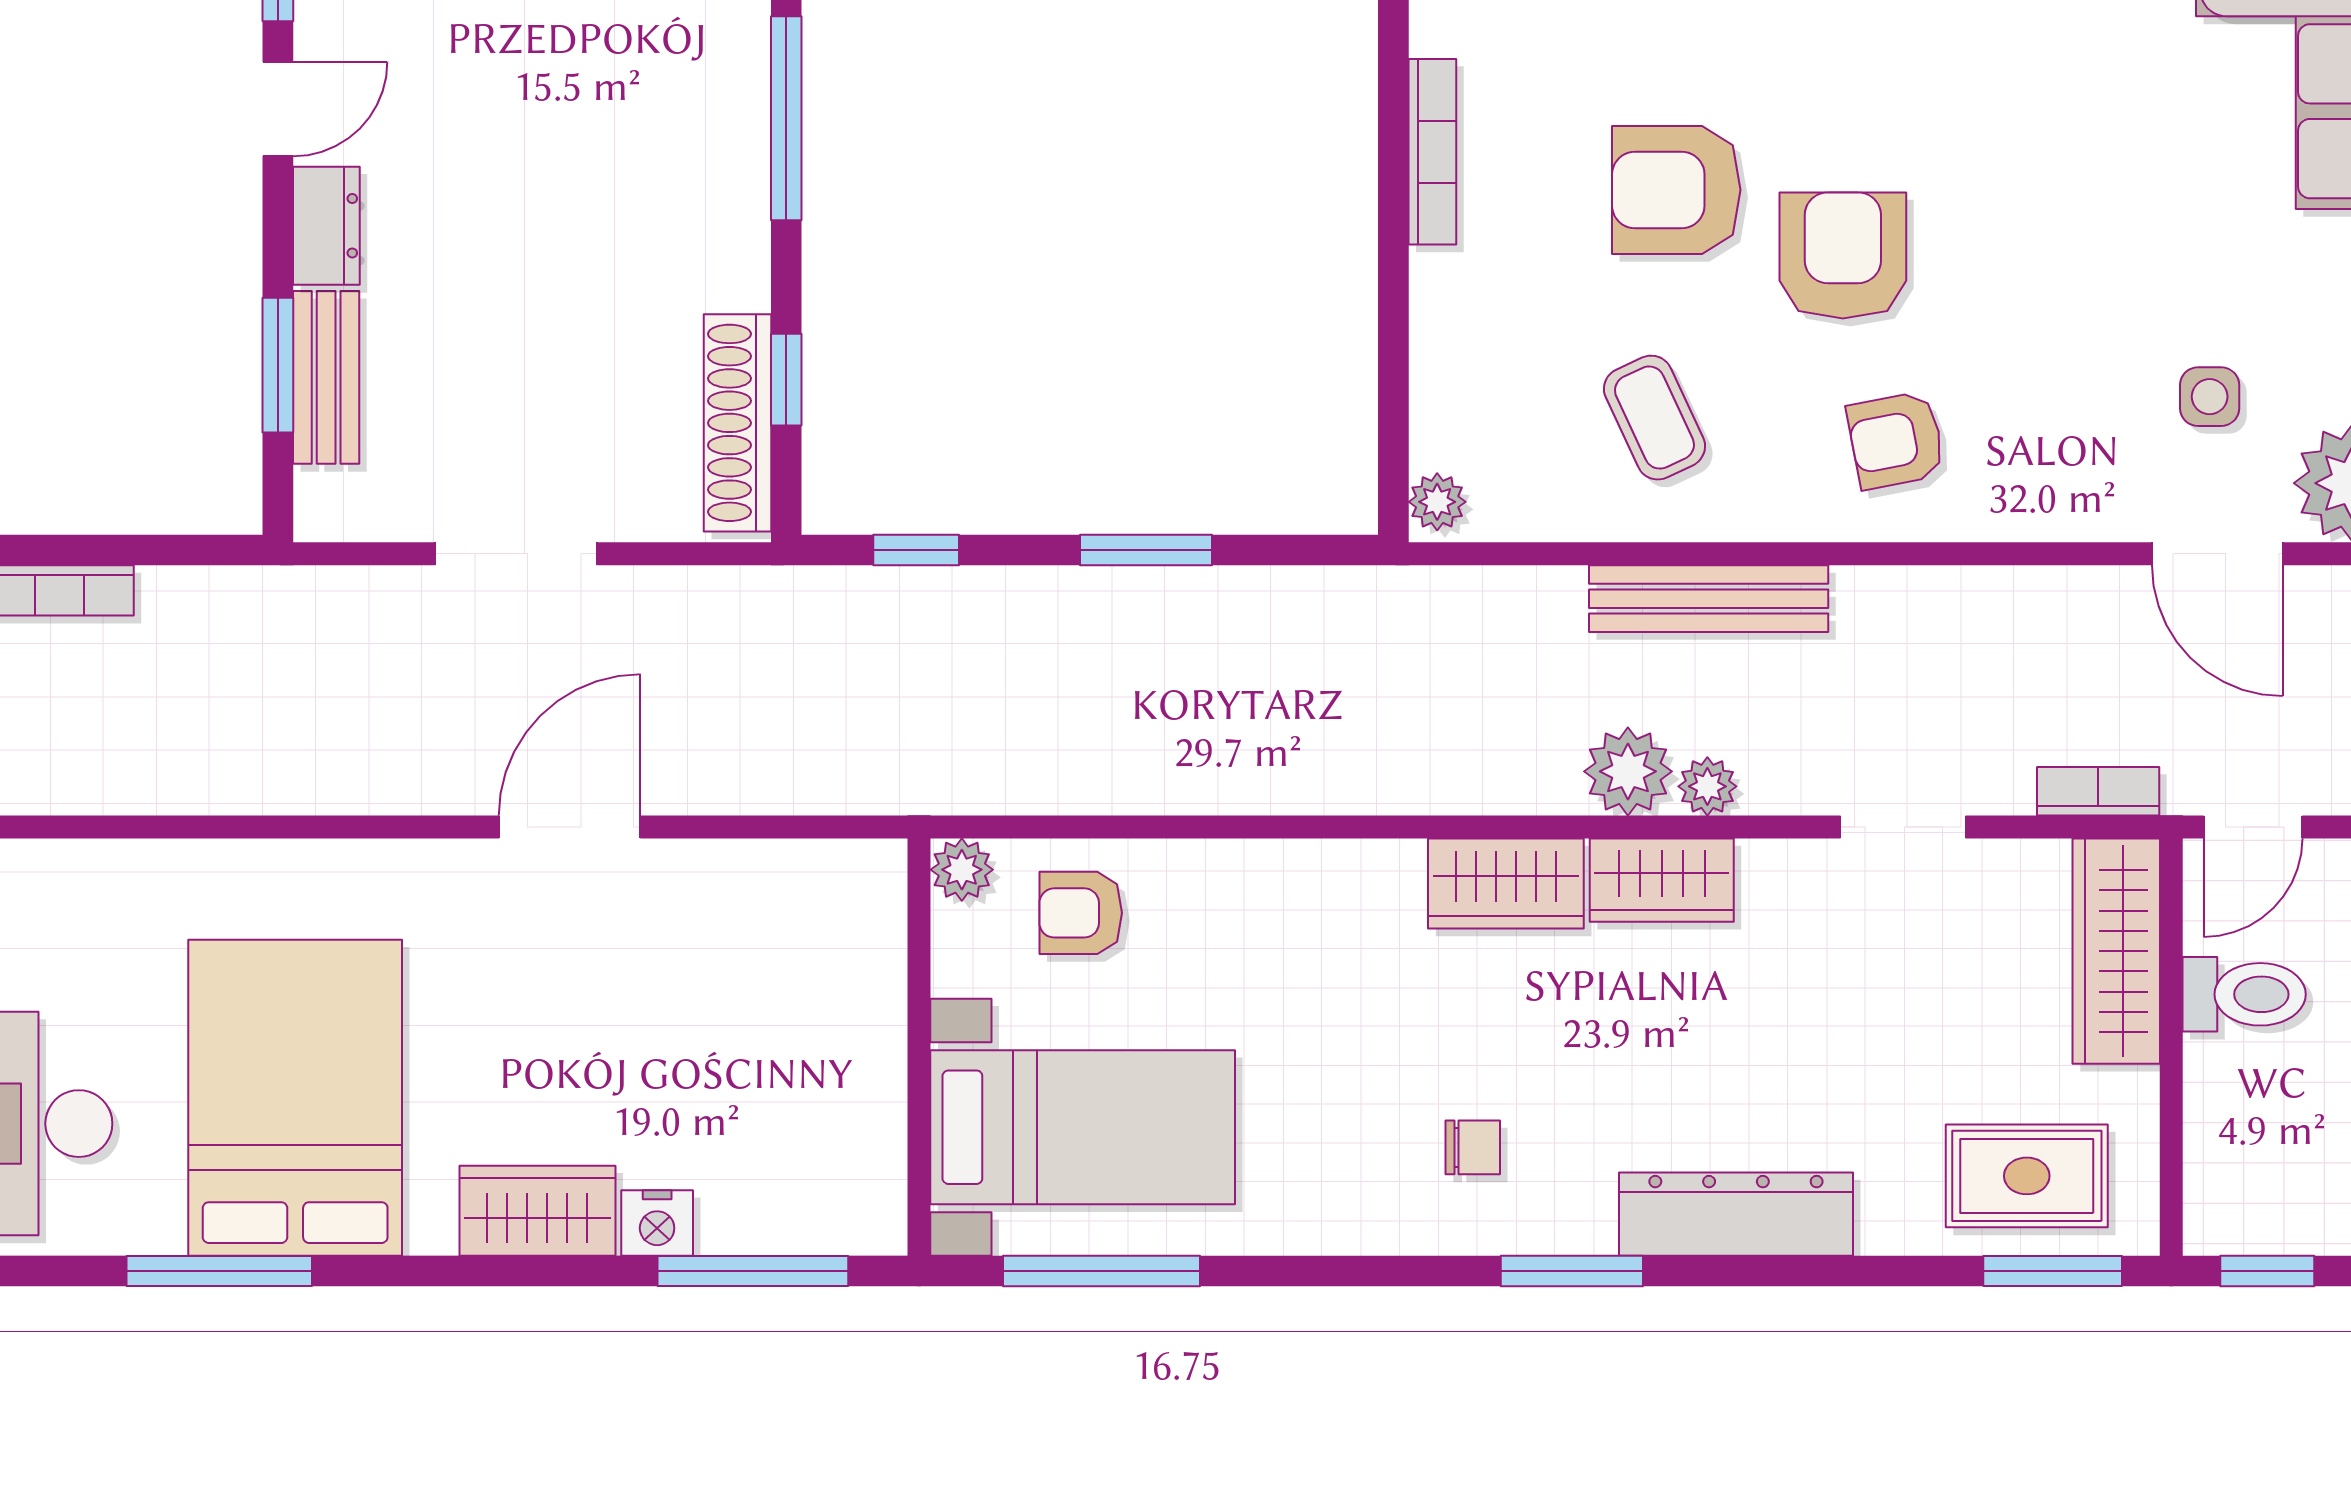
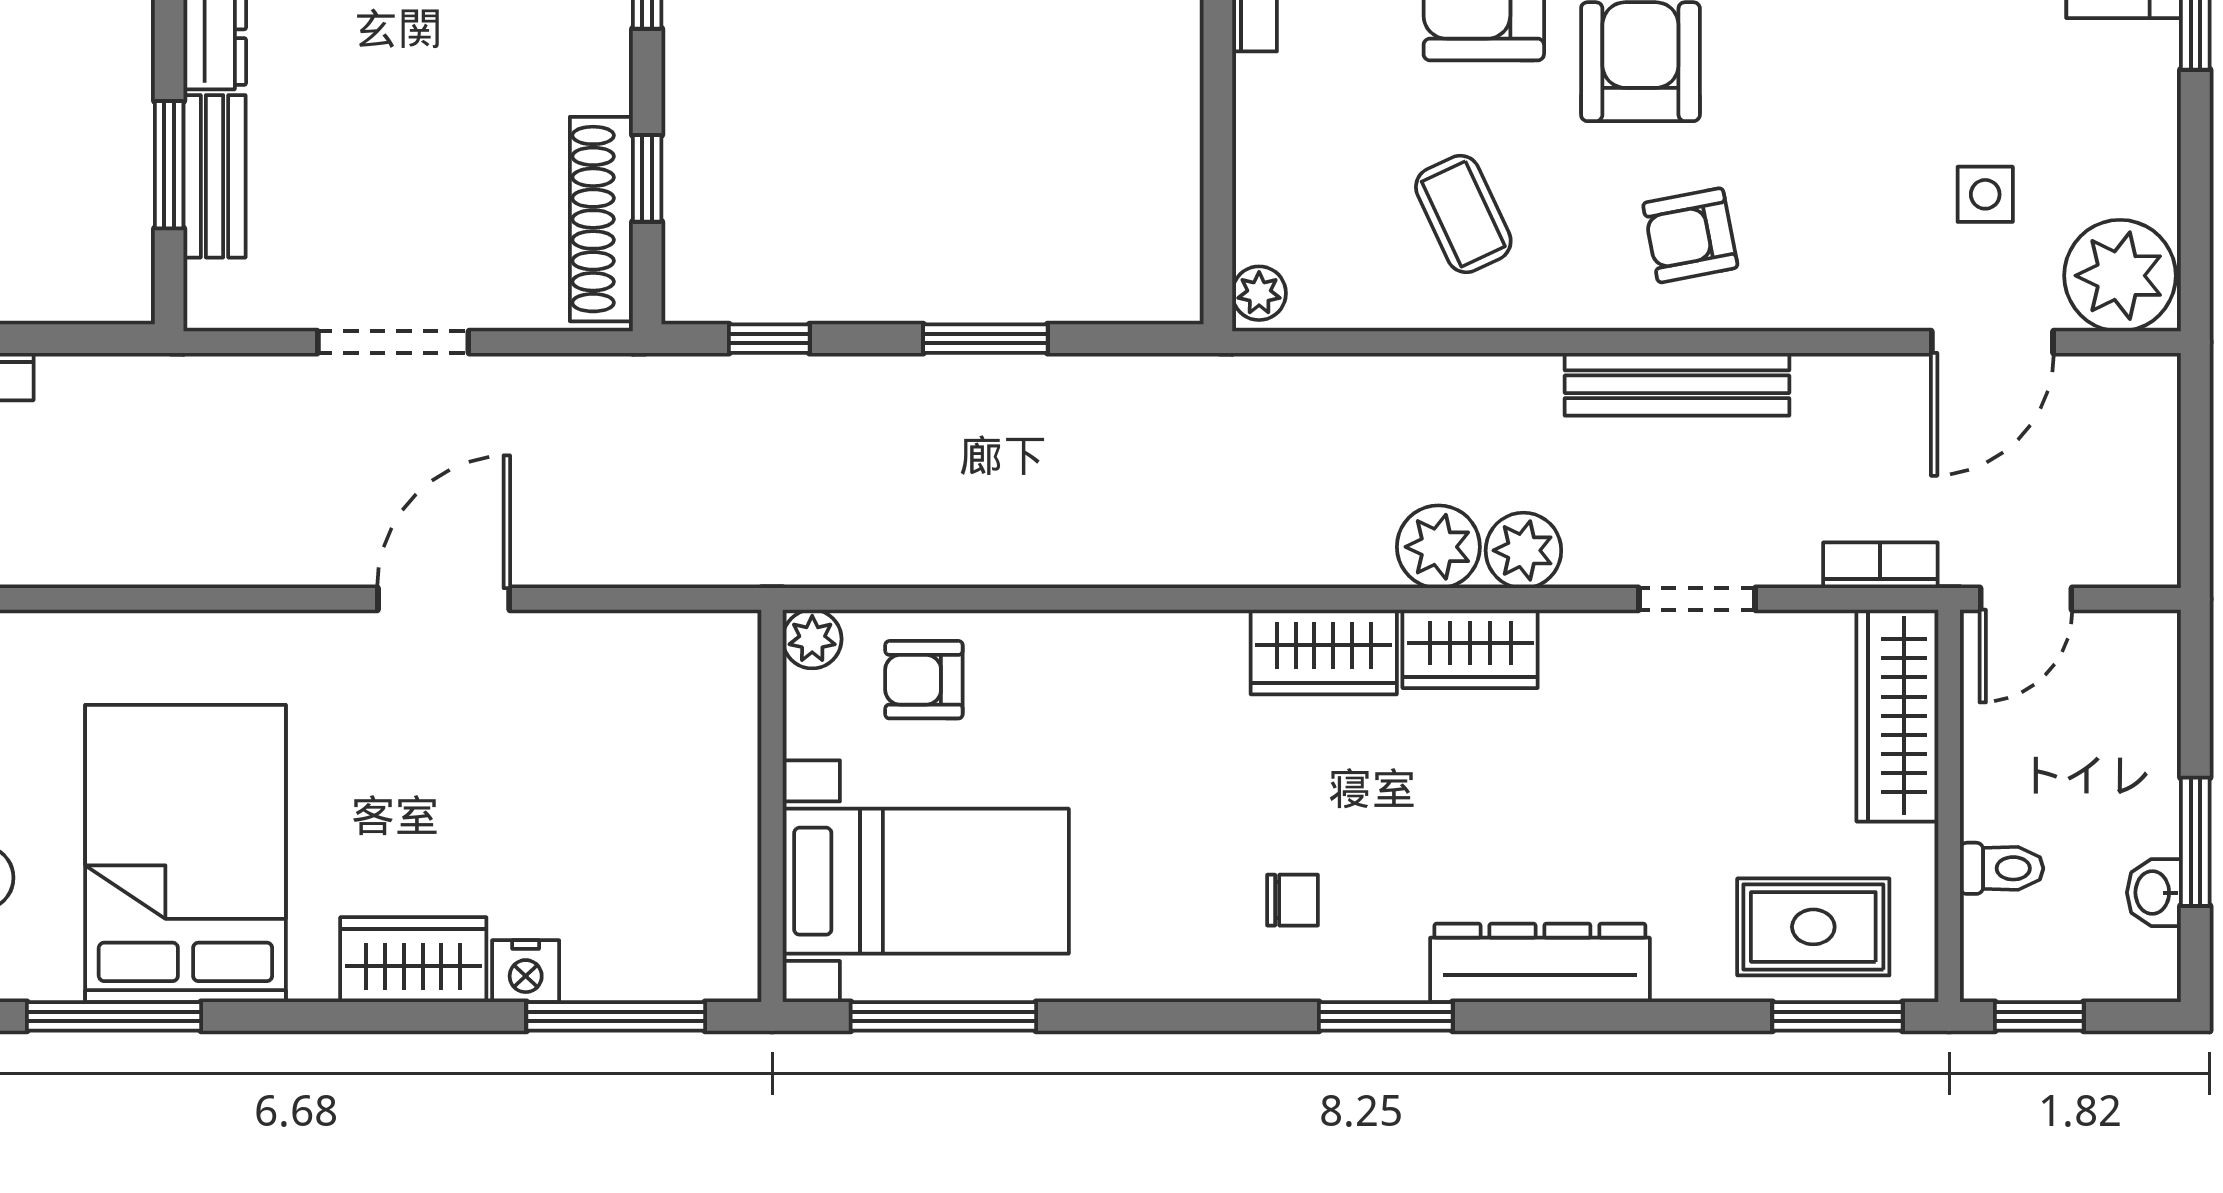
door: (2217, 554) -> (1992, 342), hinge flipped
bench: (1709, 599) -> (1677, 384), moved
plant: (1707, 786) -> (1523, 550), width x1.38, depth x1.38
toilet: (2244, 994) -> (2002, 868), moved, width x0.73, depth x0.72

